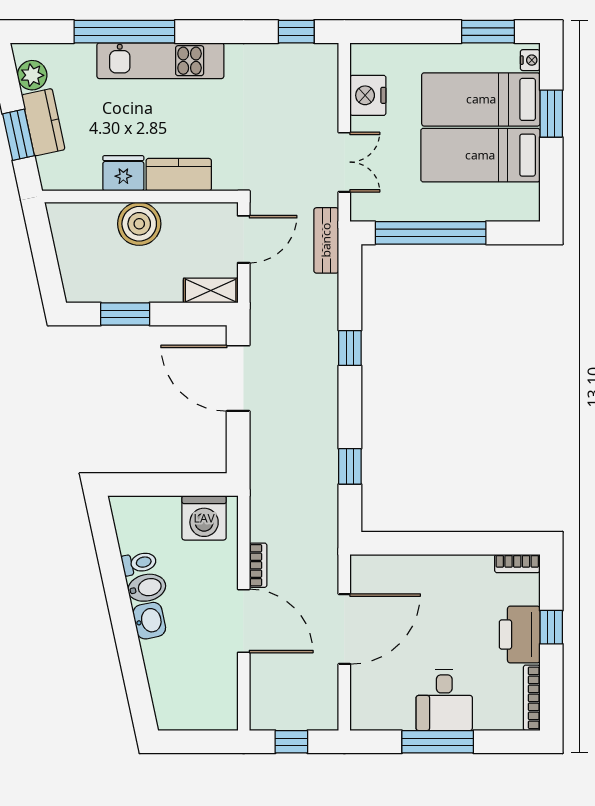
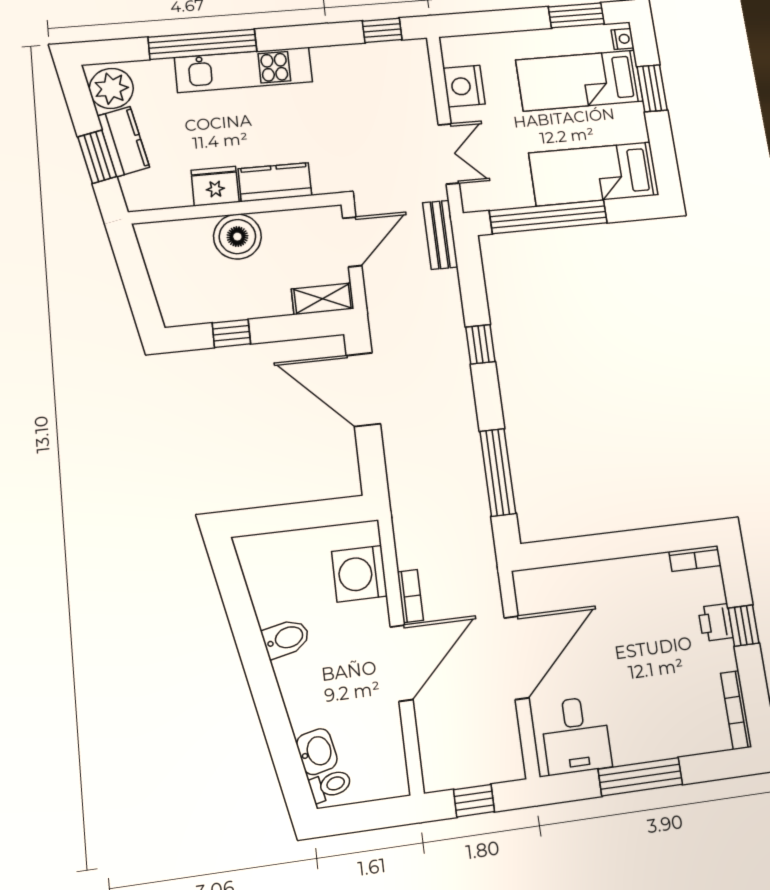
plant: (32, 75) -> (111, 88), width x1.36, depth x1.36
bed: (480, 155) -> (594, 174), moved
window: (125, 314) -> (231, 333), width x0.67
window: (350, 466) -> (498, 472), width x2.17
washing machine: (204, 518) -> (359, 574), moved, turned 90
toilet: (139, 563) -> (330, 785), moved
washbasin: (149, 621) -> (317, 752), moved
door: (244, 621) -> (402, 663), hinge flipped
printer: (520, 635) -> (716, 622), width x0.53, depth x0.68
desk: (444, 700) -> (576, 735), moved

